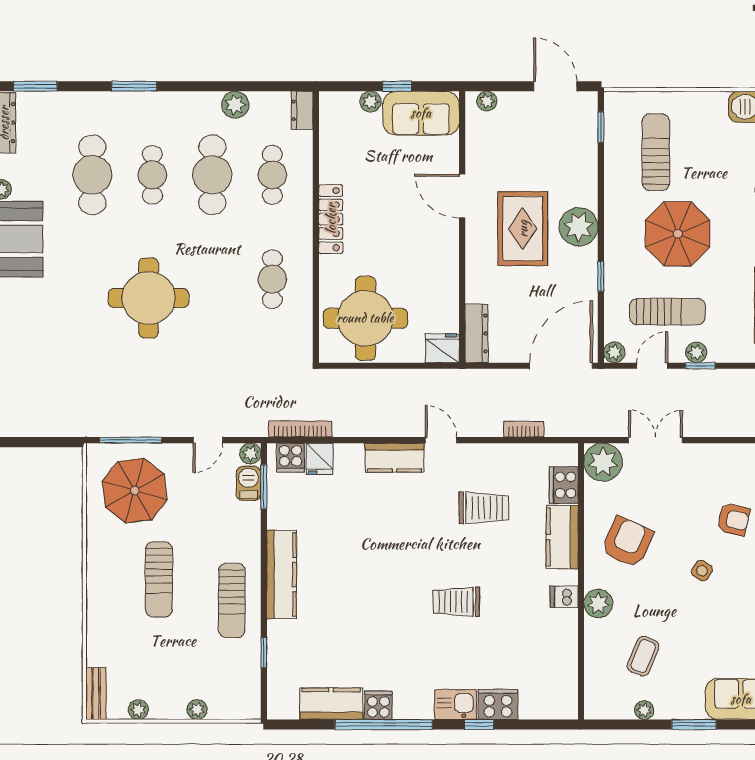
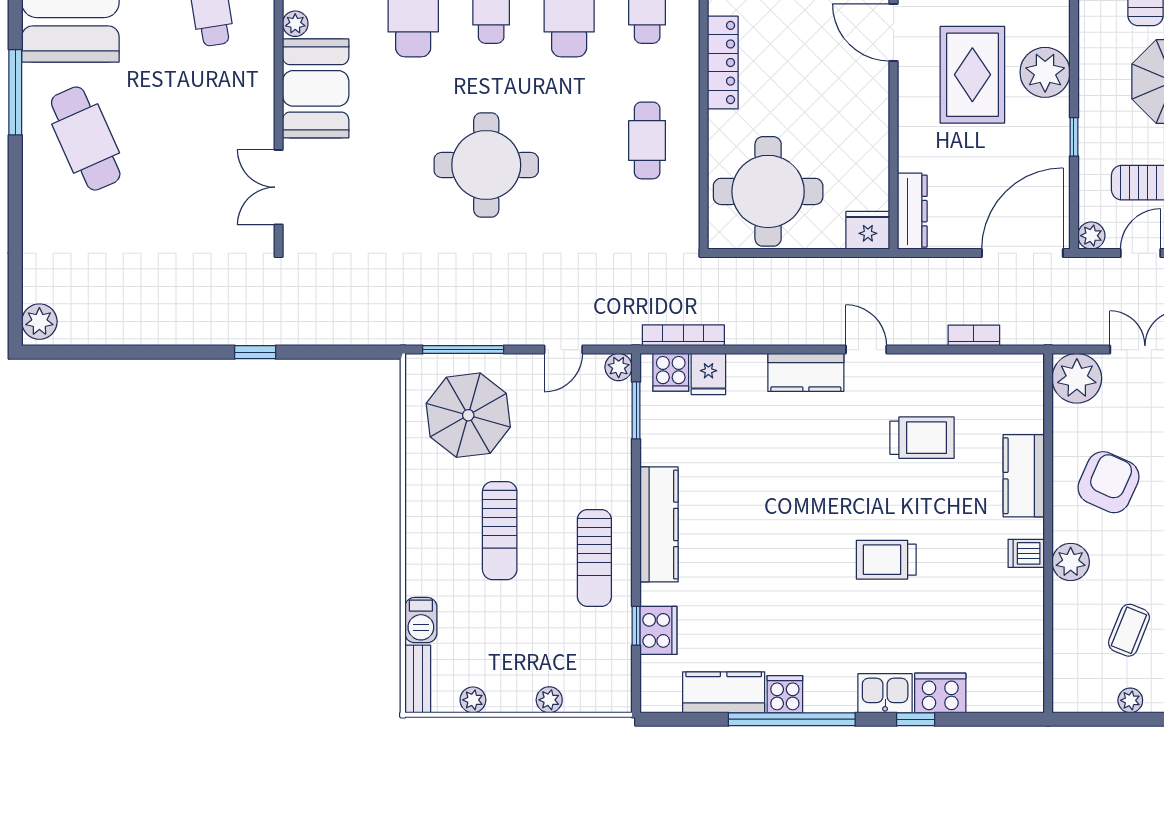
barbecue: (249, 483) -> (421, 620), moved, turned 180
cooker: (564, 485) -> (658, 630), moved, turned 180

